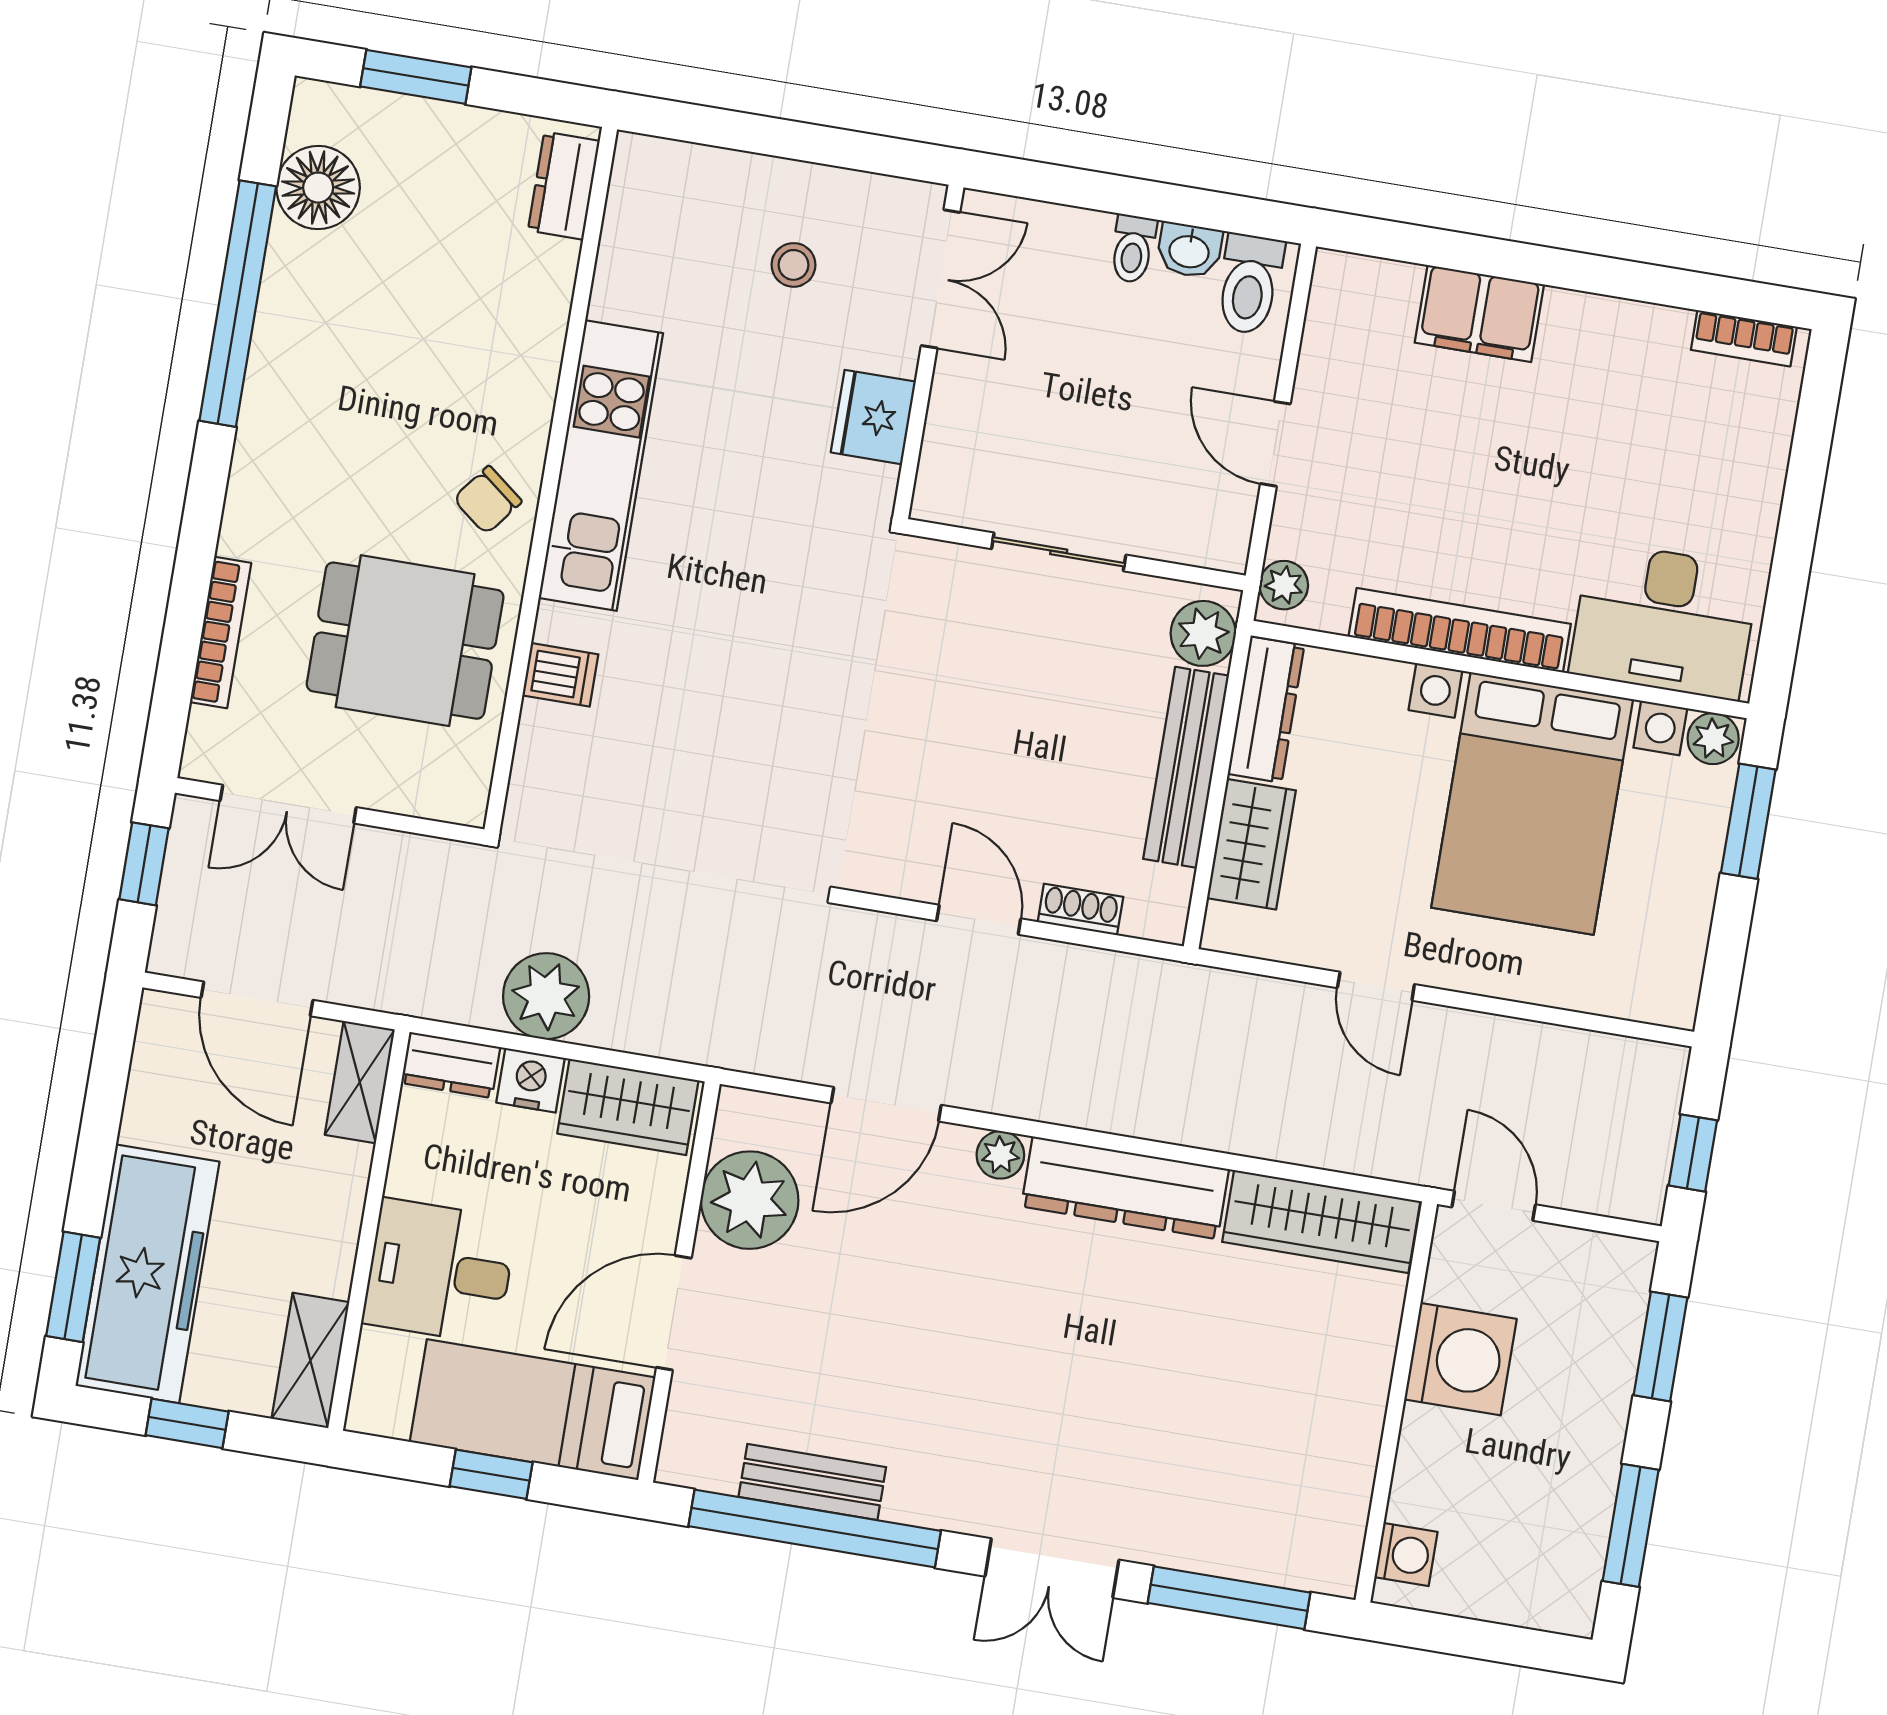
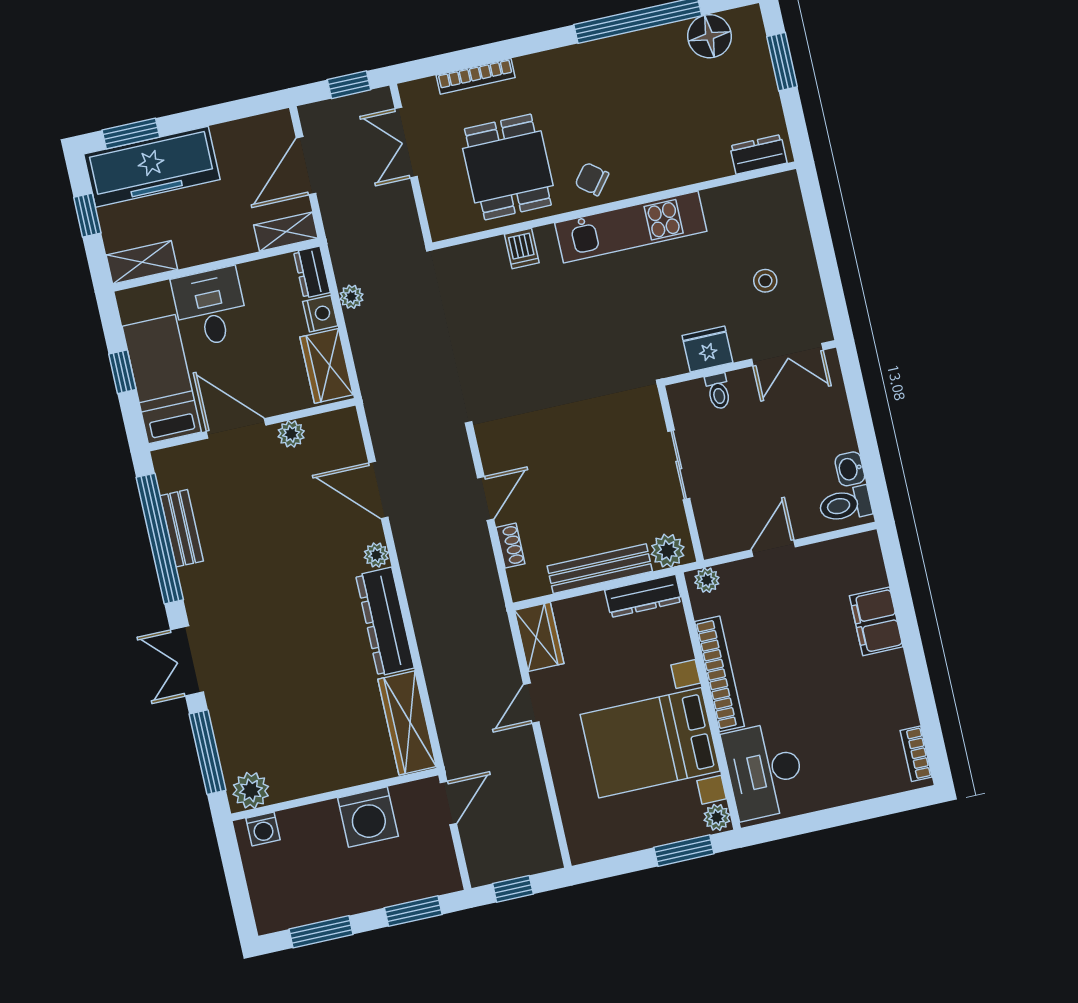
toilet: (1133, 249) -> (718, 391), moved, turned -90
wardrobe: (1251, 844) -> (539, 637), moved, turned -90
plant: (546, 996) -> (351, 297), width x0.53, depth x0.53
plant: (750, 1200) -> (291, 434), width x0.53, depth x0.53
plant: (1328, 1548) -> (251, 790), added

